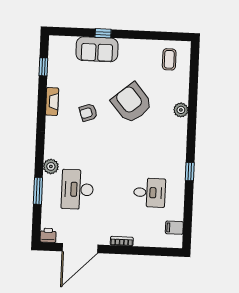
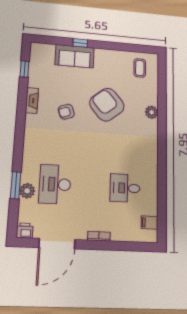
plant: (51, 166) -> (27, 191), moved
window: (190, 172) -> (162, 169), removed
desk: (149, 193) -> (125, 188), turned 180

